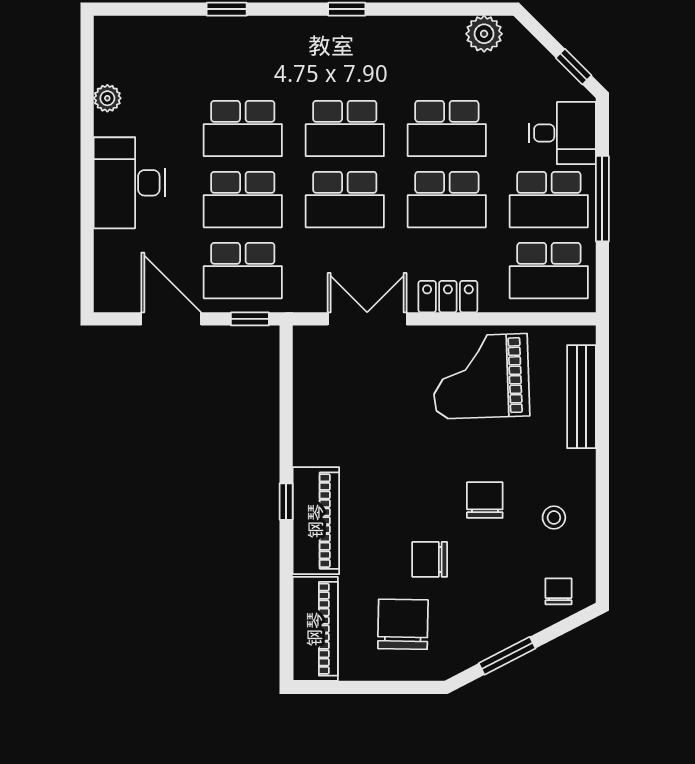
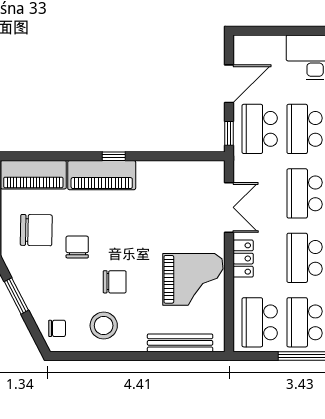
grand piano: (481, 376) -> (193, 279), turned 92
stool: (554, 518) -> (104, 326), width x1.89, depth x1.89

